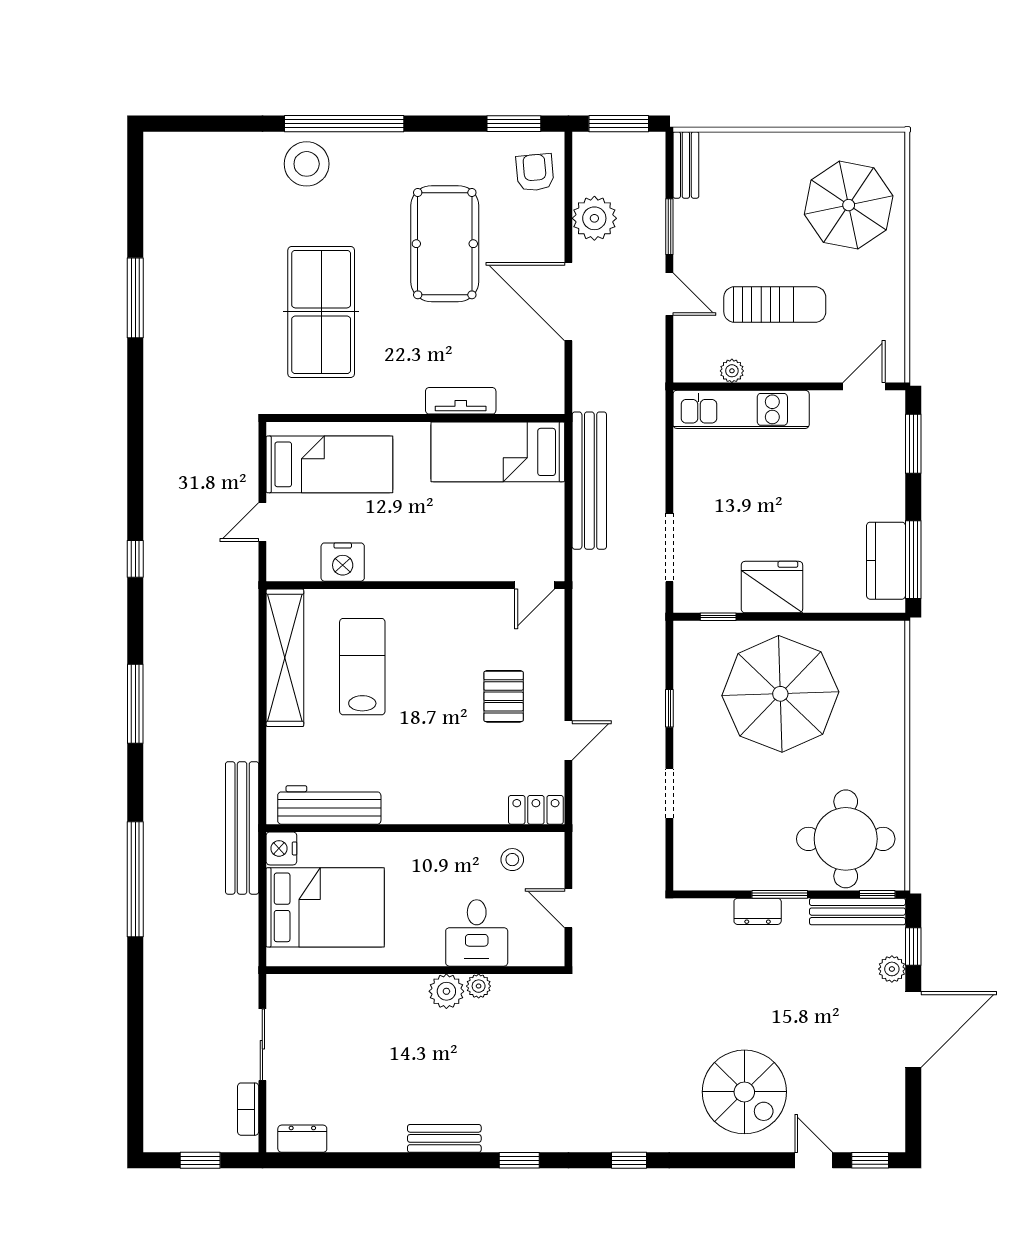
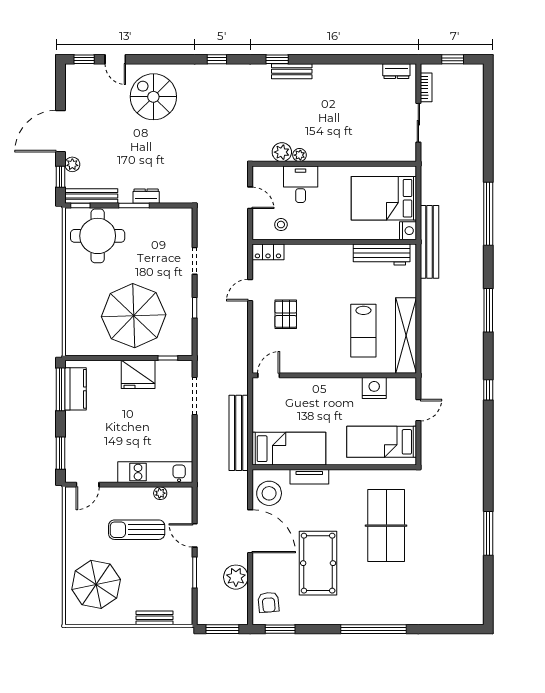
stool: (307, 164) -> (269, 493), moved
bench: (686, 165) -> (154, 618), moved, turned 90
plant: (446, 991) -> (282, 152), moved
bench: (444, 1138) -> (292, 71), moved

